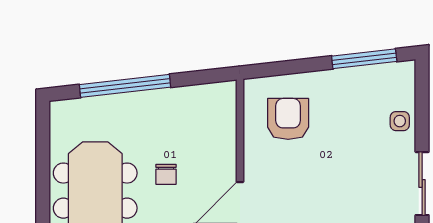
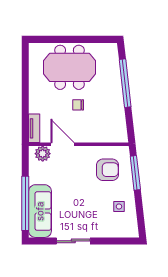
window: (364, 59) -> (135, 173), moved
side table: (400, 121) -> (119, 207), moved

